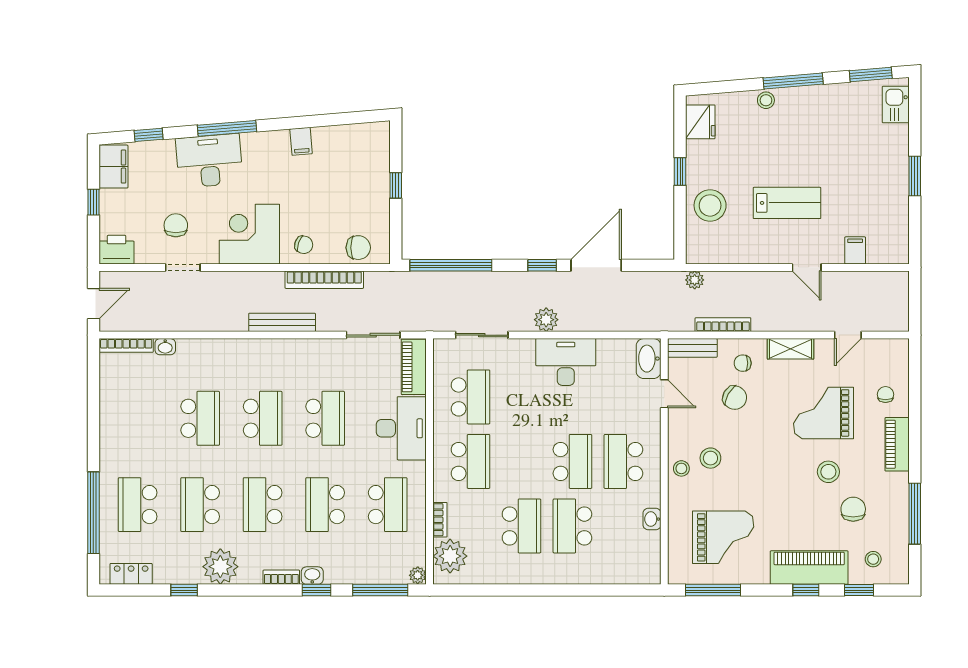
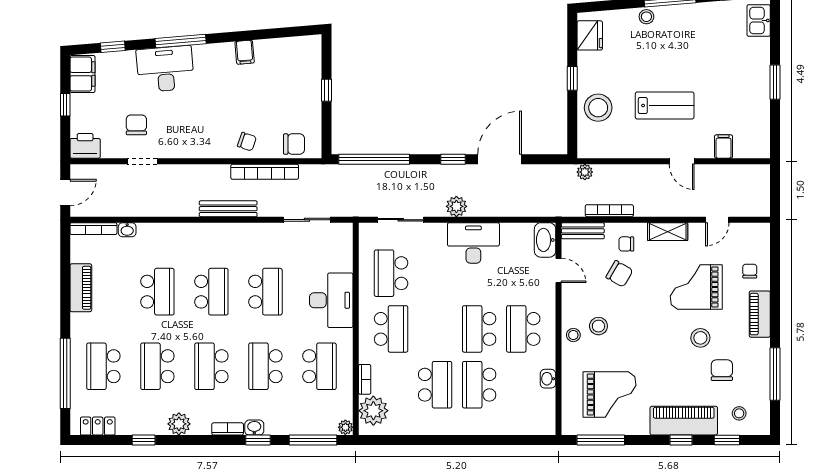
corner desk: (249, 234) -> (200, 132), removed
piano: (414, 367) -> (81, 288), moved, turned 180
school desk: (470, 397) -> (391, 273), turned 180
school desk: (572, 461) -> (479, 329), turned 180
plant: (220, 567) -> (179, 424), width x0.73, depth x0.73

